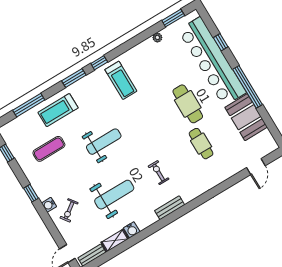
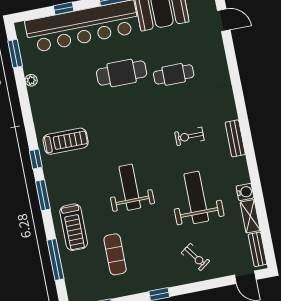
water cooler: (49, 205) -> (180, 278), removed

